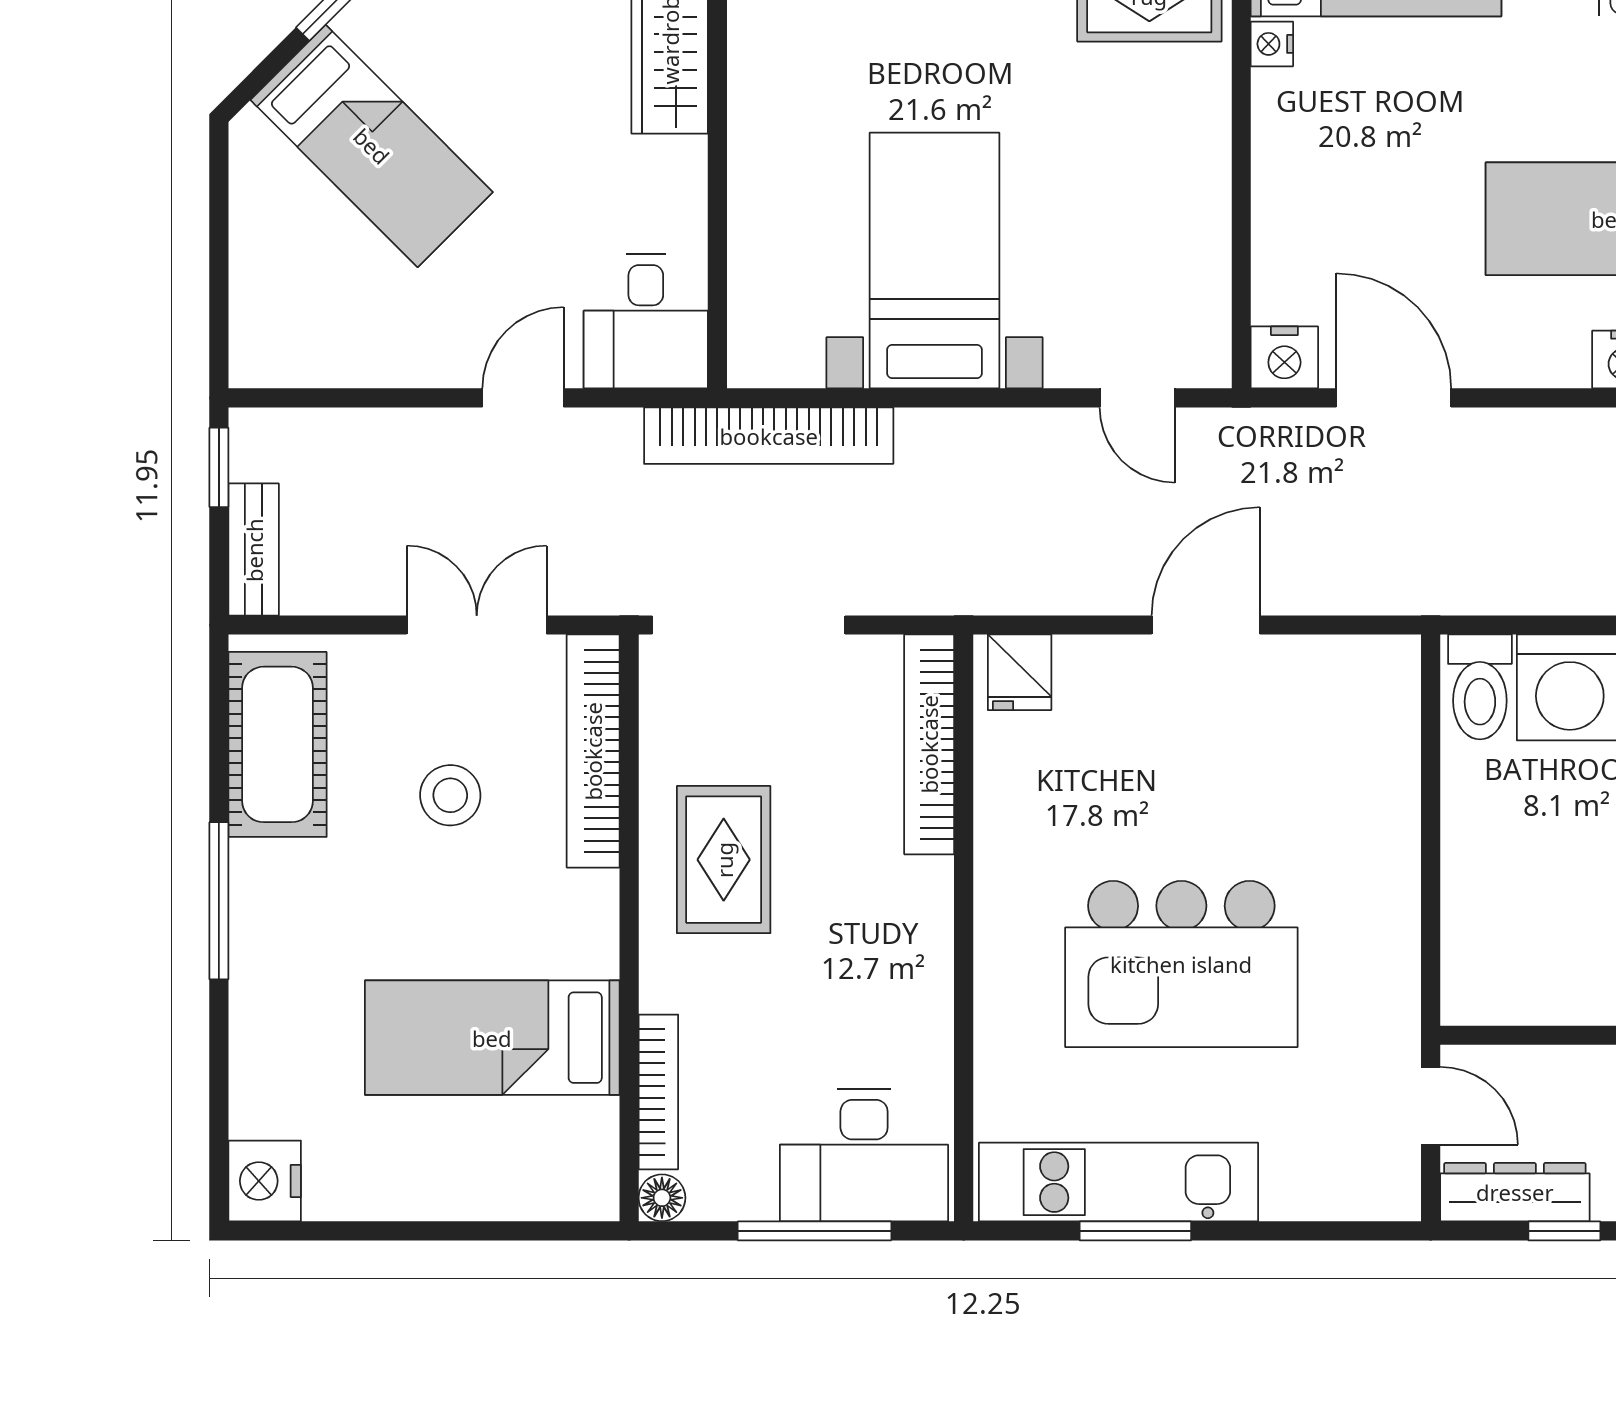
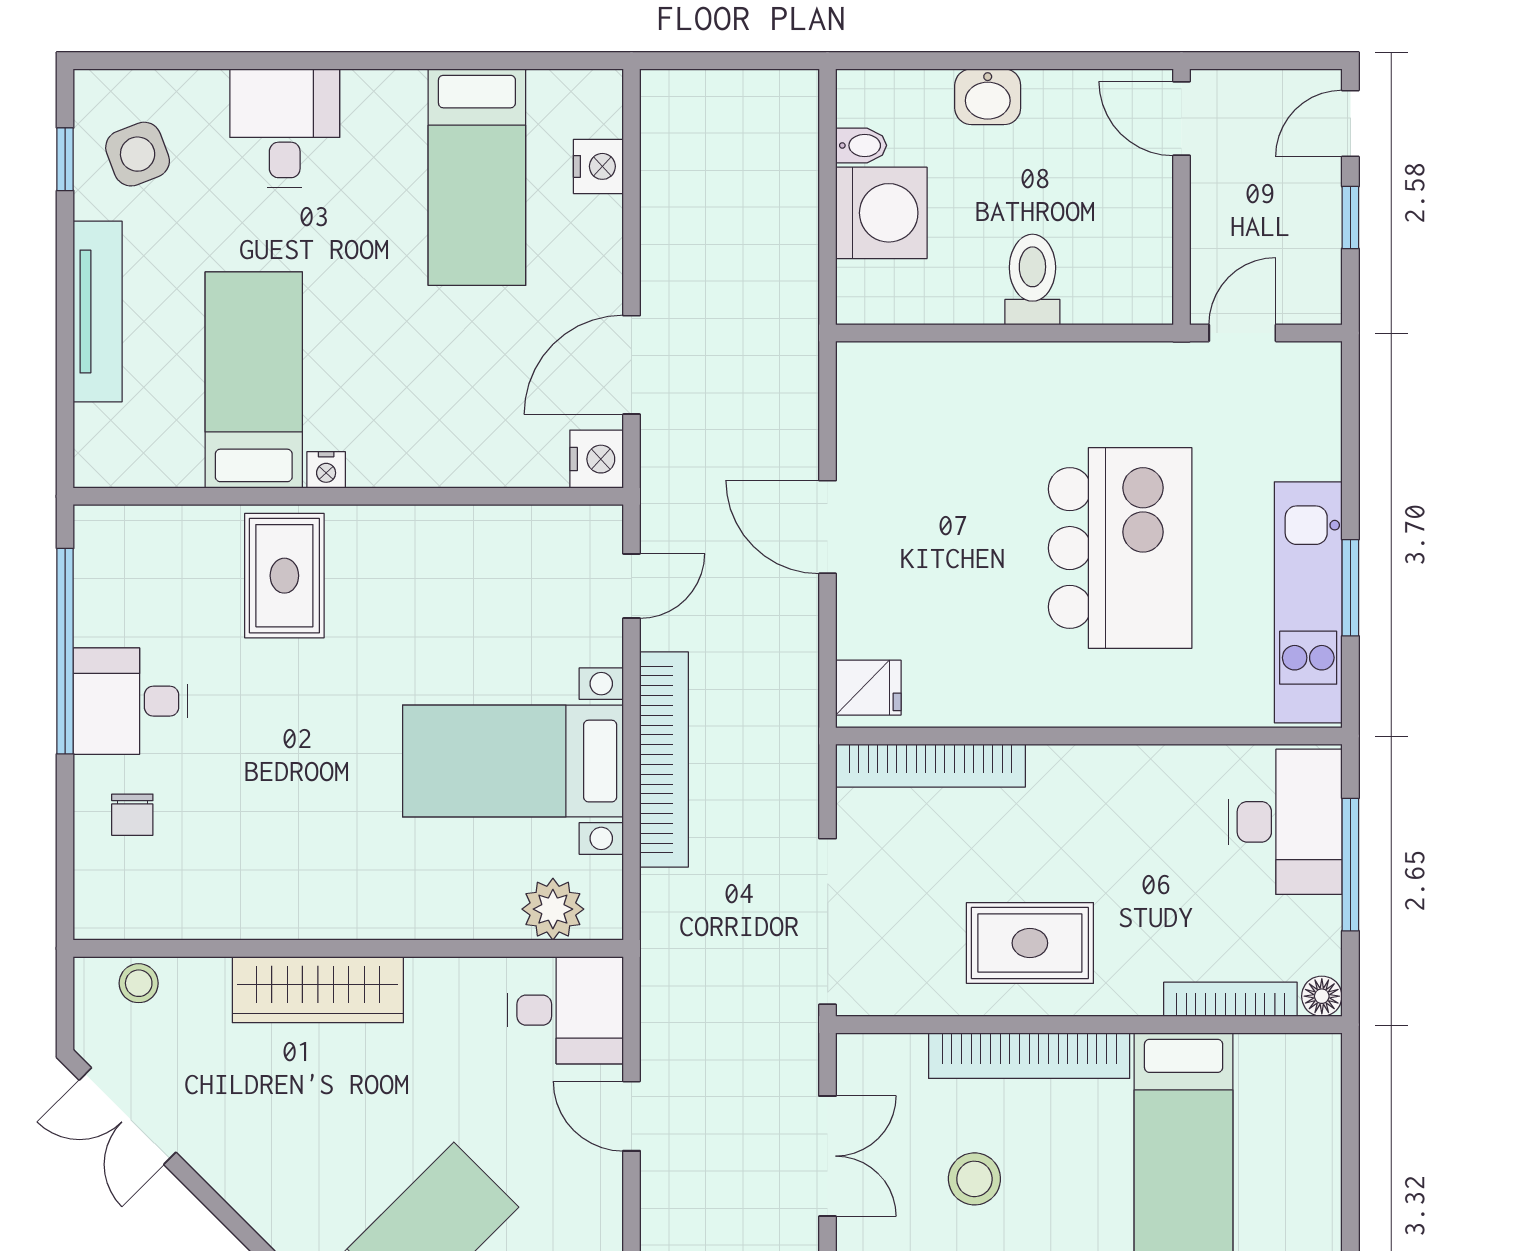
plant: (763, 307) -> (553, 909), added
bookcase: (769, 436) -> (664, 760), moved
double door: (477, 625) -> (828, 1156), swing flipped
toilet: (1480, 687) -> (1032, 280), moved, turned -90
bookcase: (593, 751) -> (1029, 1056), moved
dresser: (1515, 1192) -> (1317, 260), removed

